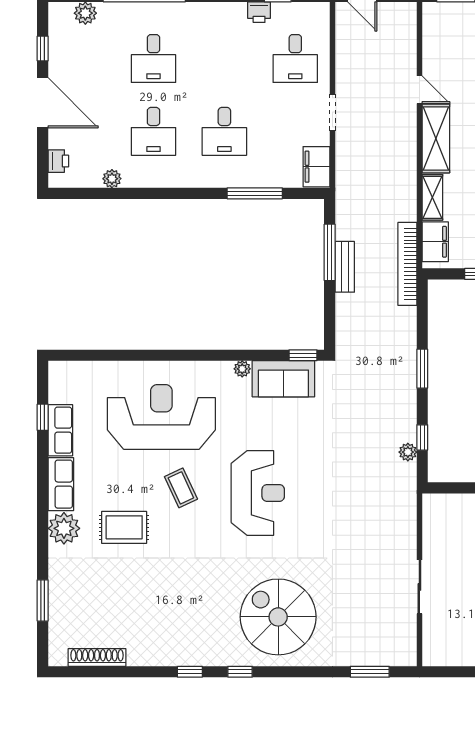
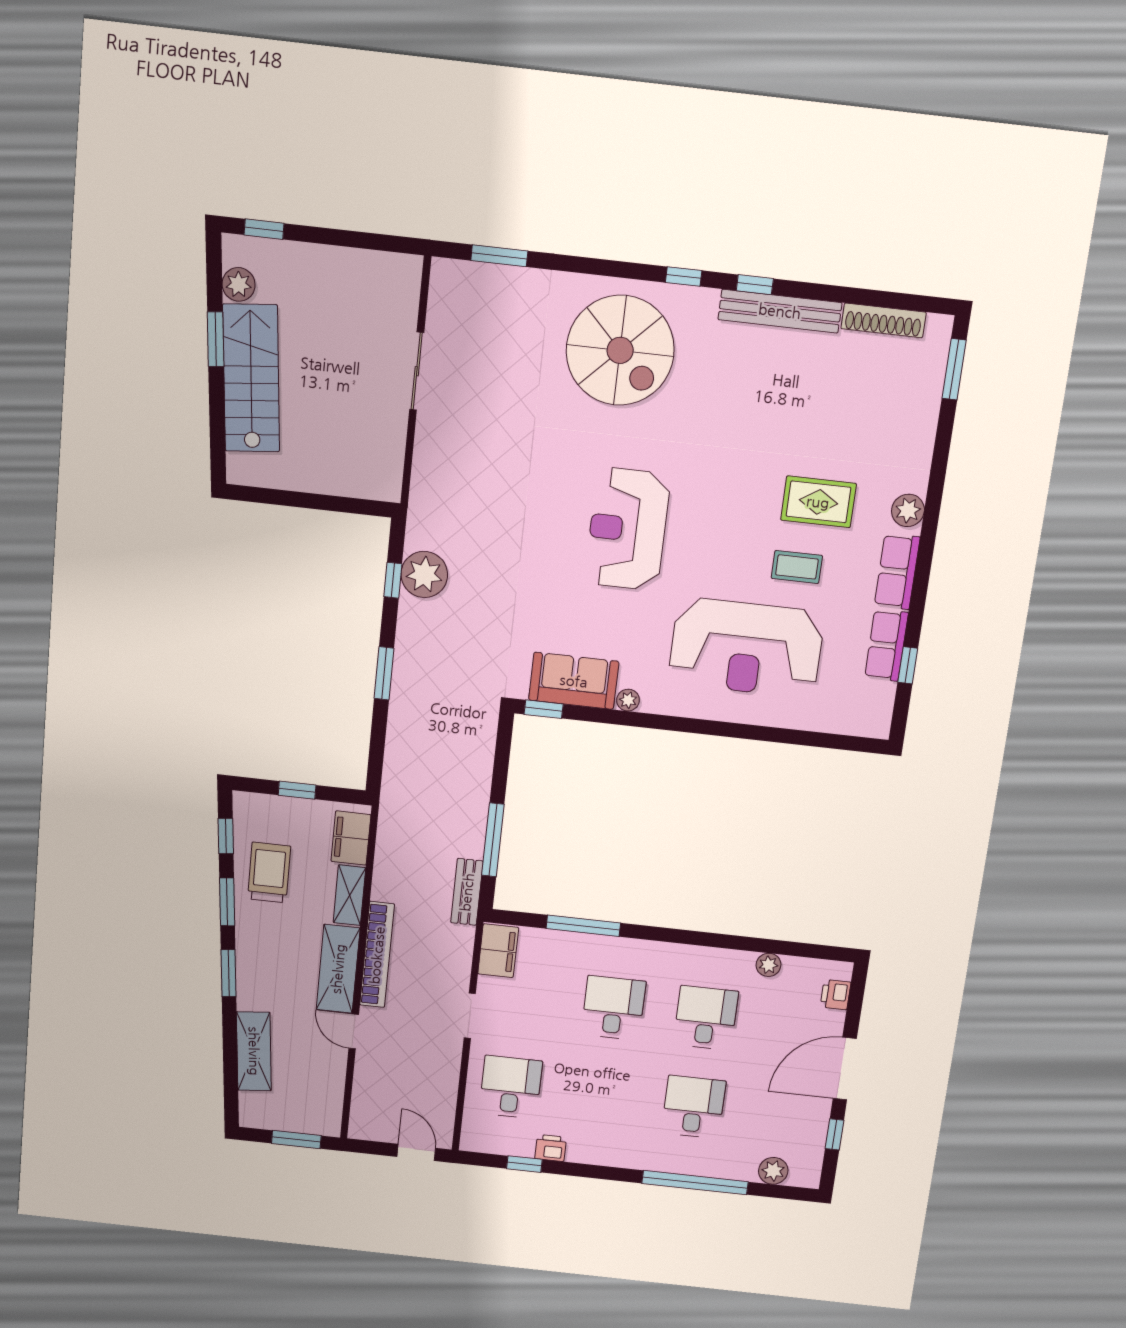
door: (43, 103) -> (845, 1069), hinge flipped
bookcase: (407, 264) -> (377, 955), moved
bench: (345, 267) -> (467, 892), moved
plant: (408, 452) -> (424, 574), width x1.87, depth x1.87
coffee table: (181, 488) -> (797, 567), moved, turned -65
plant: (64, 528) -> (908, 510), width x0.73, depth x0.73
window: (43, 600) -> (954, 369), moved
bench: (170, 656) -> (780, 311), added

